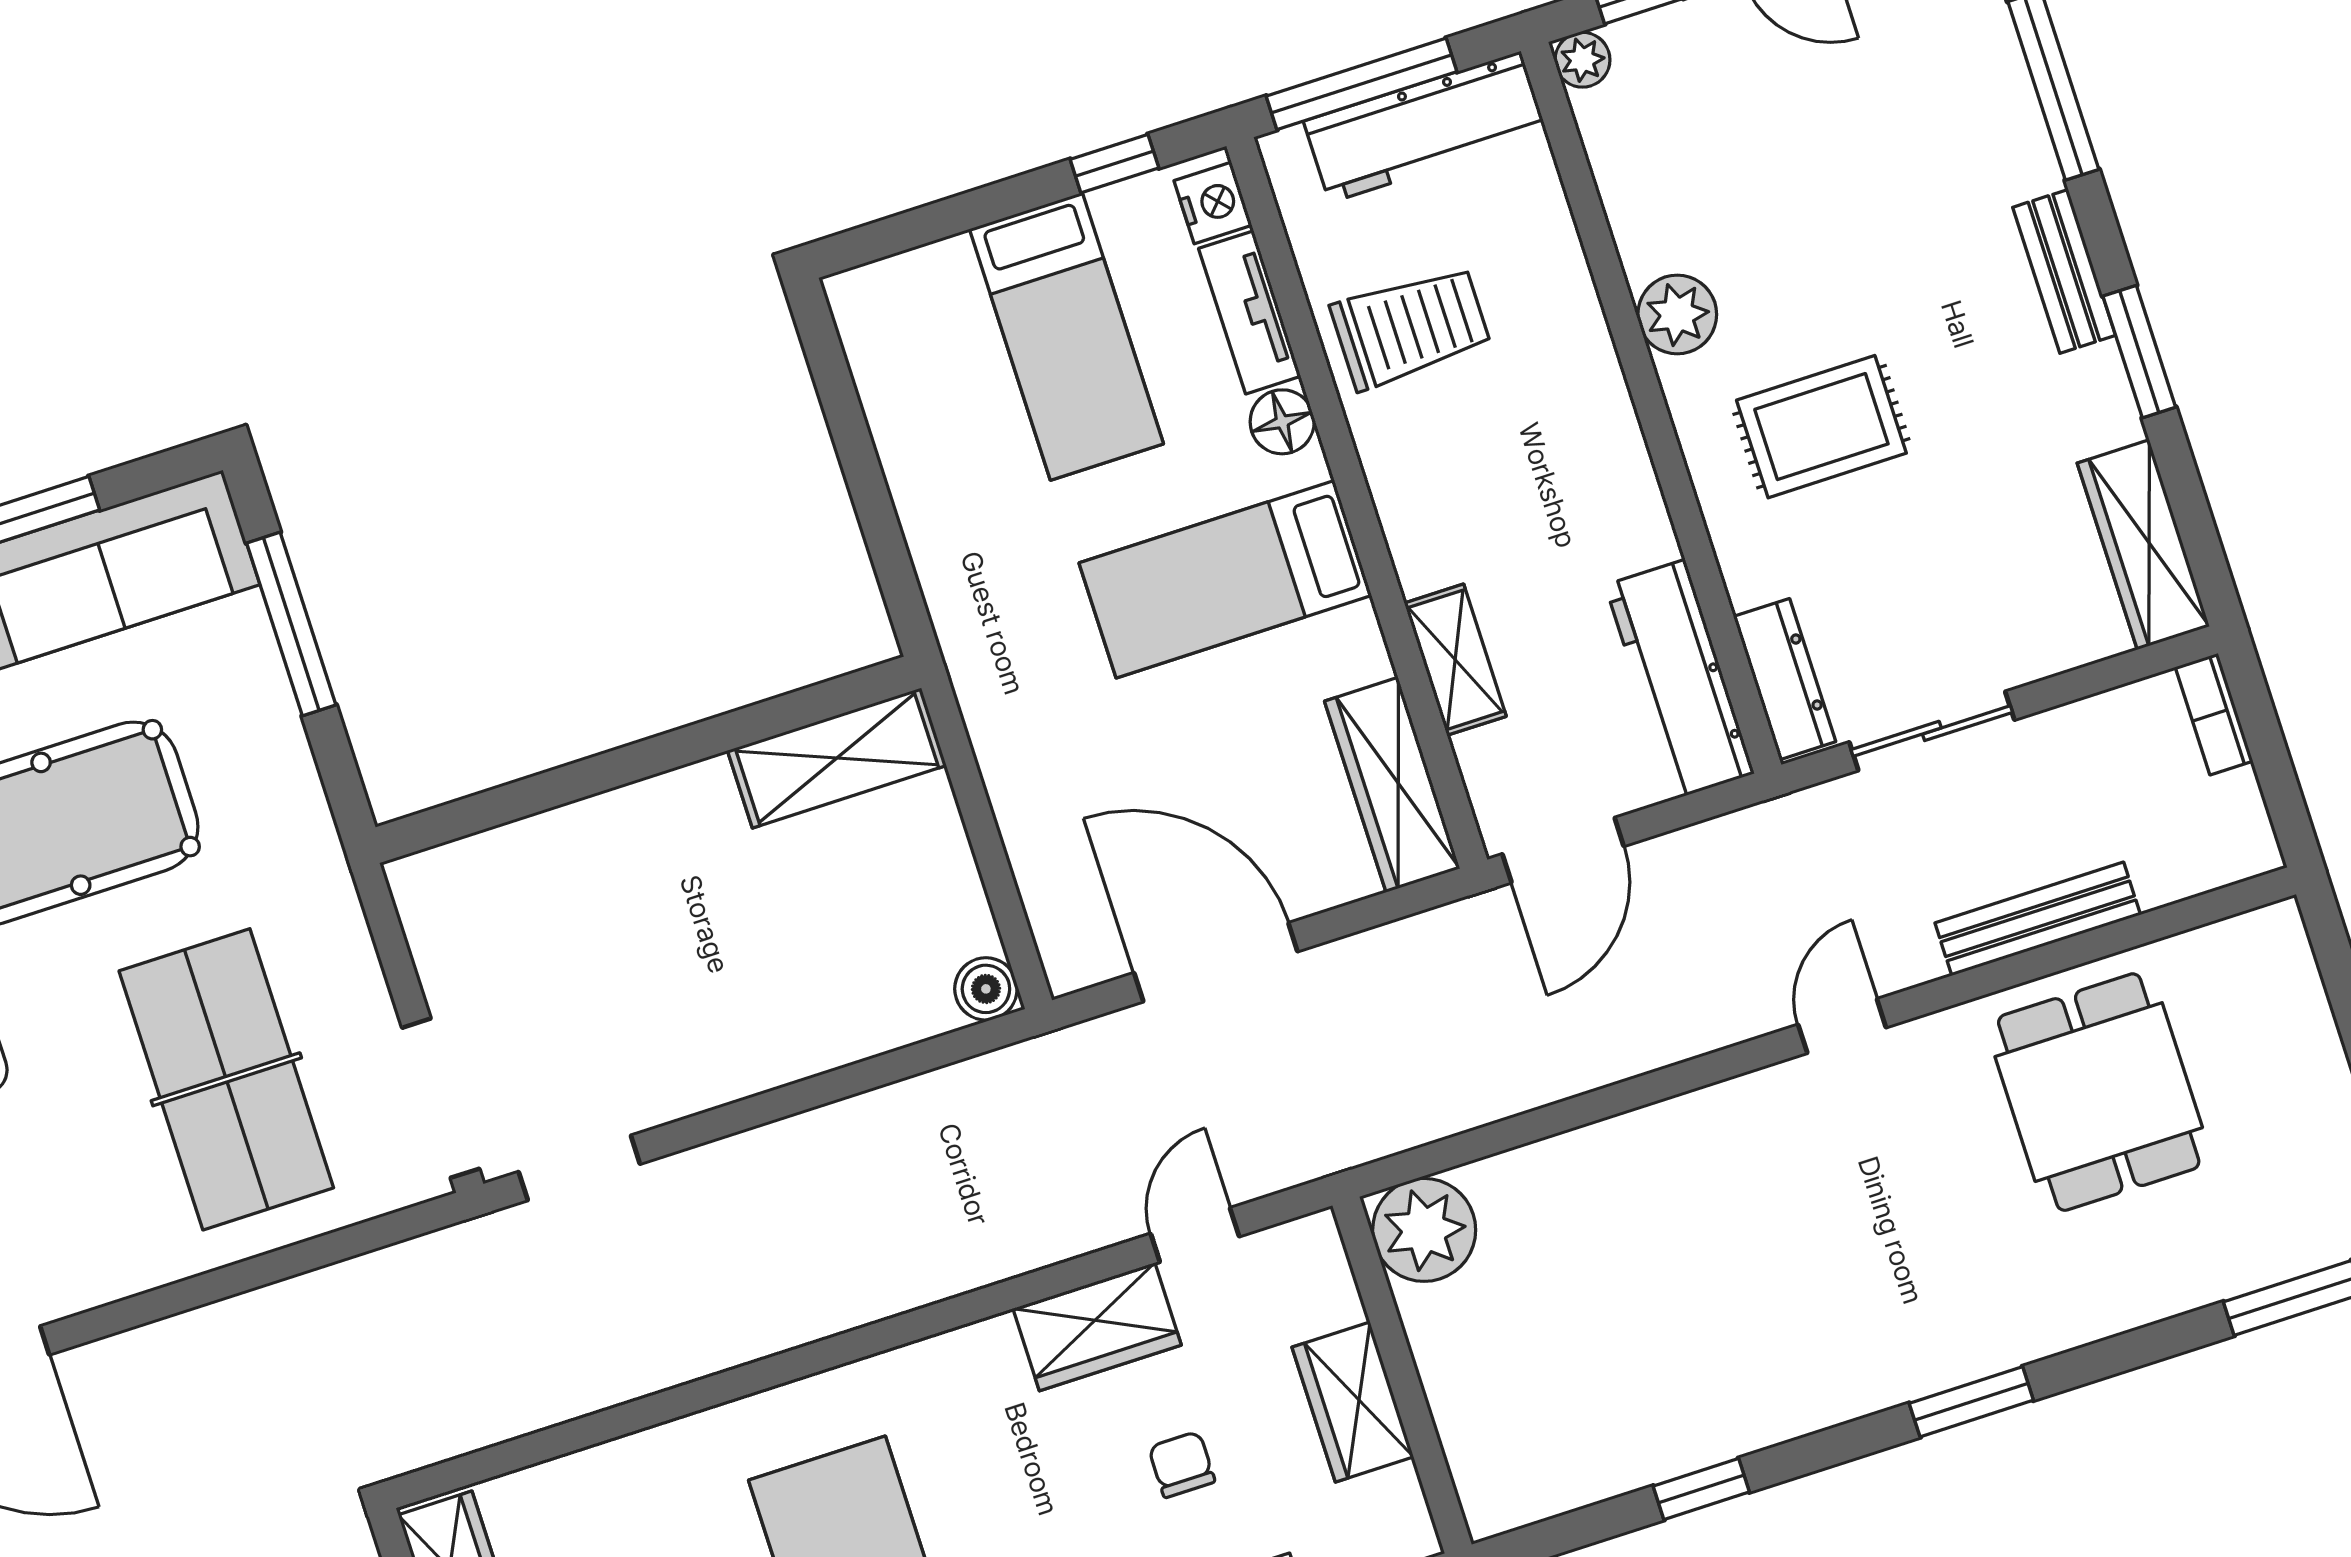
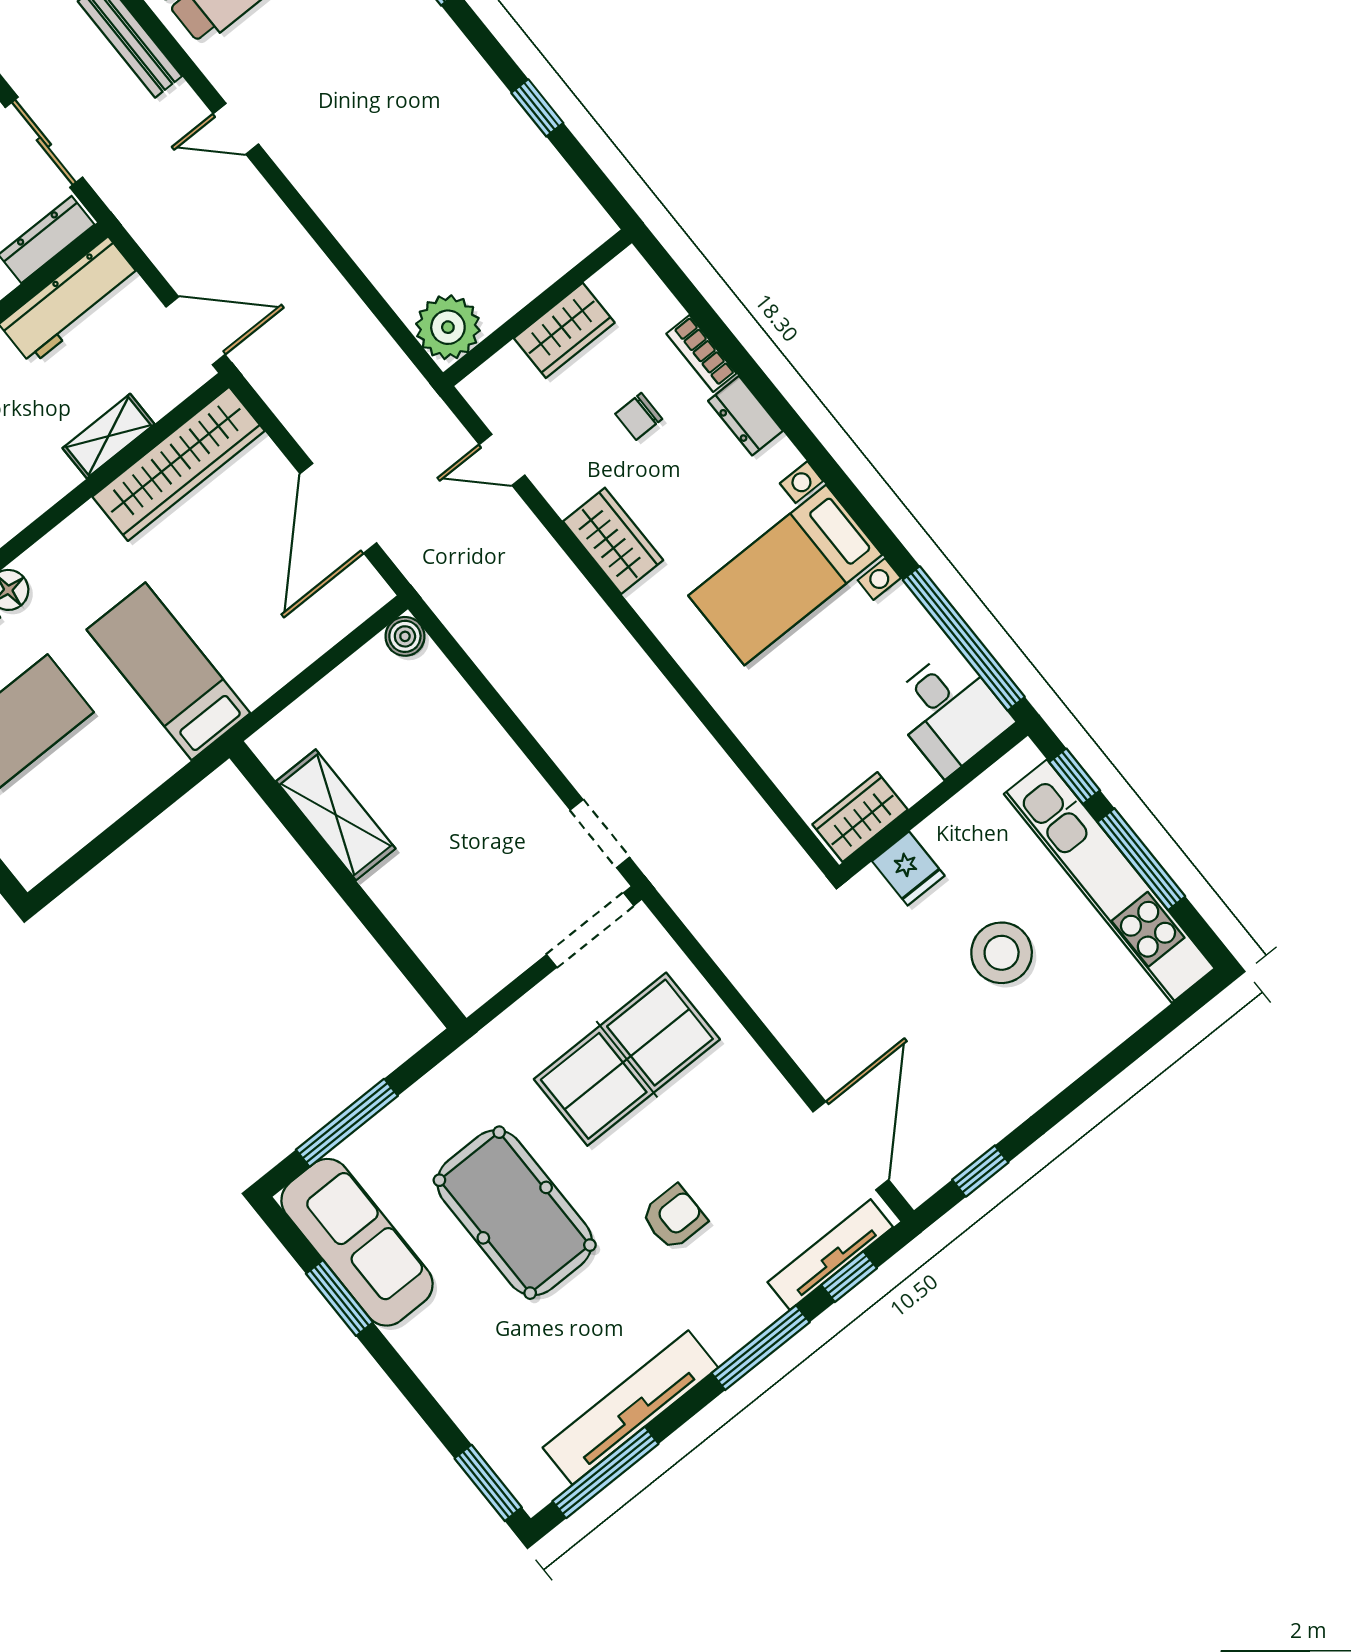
bed: (1225, 579) -> (168, 671), moved, turned 180
shelving: (837, 758) -> (336, 815), moved
wardrobe: (1392, 785) -> (179, 464), width x1.40, depth x1.17
wardrobe: (1097, 1327) -> (613, 541), moved

